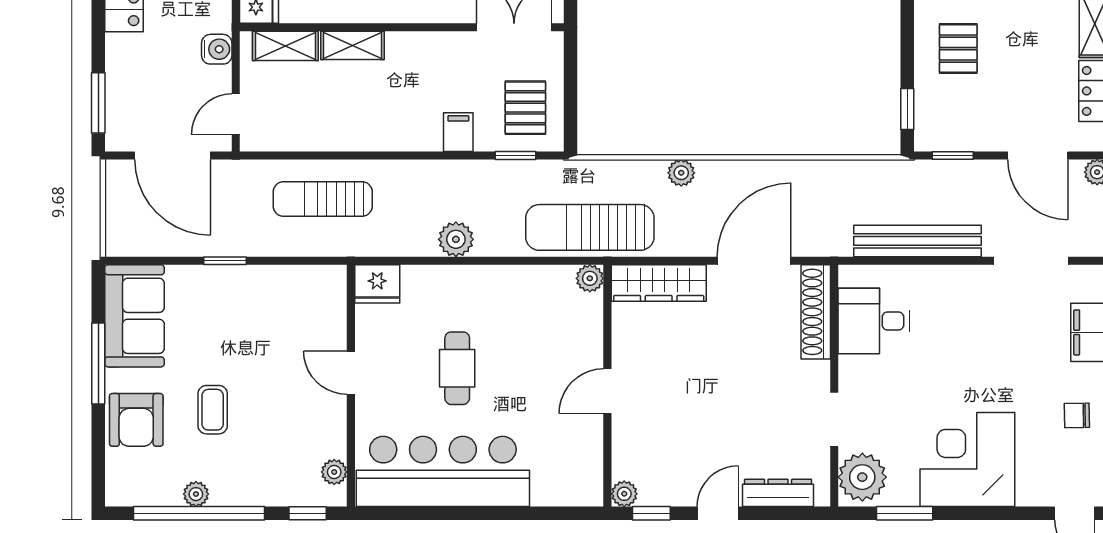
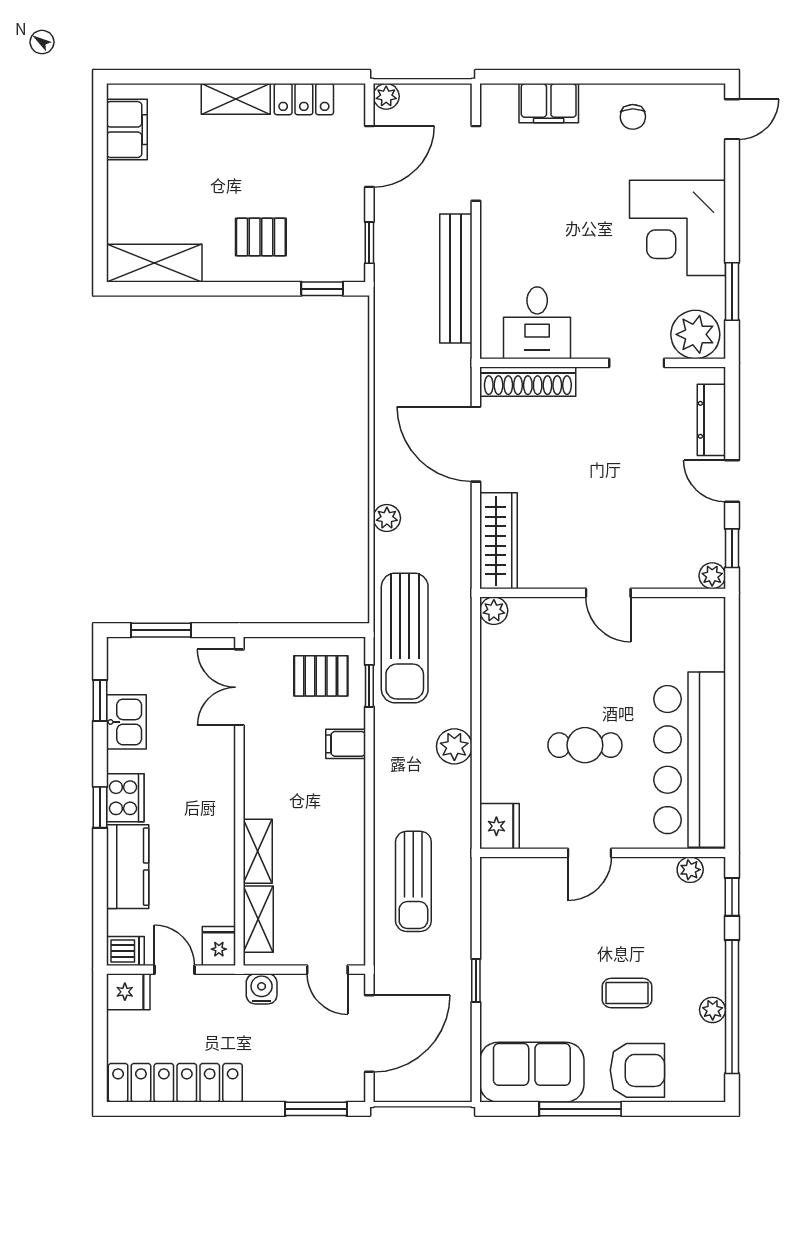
sun lounger: (590, 227) -> (405, 638), moved

